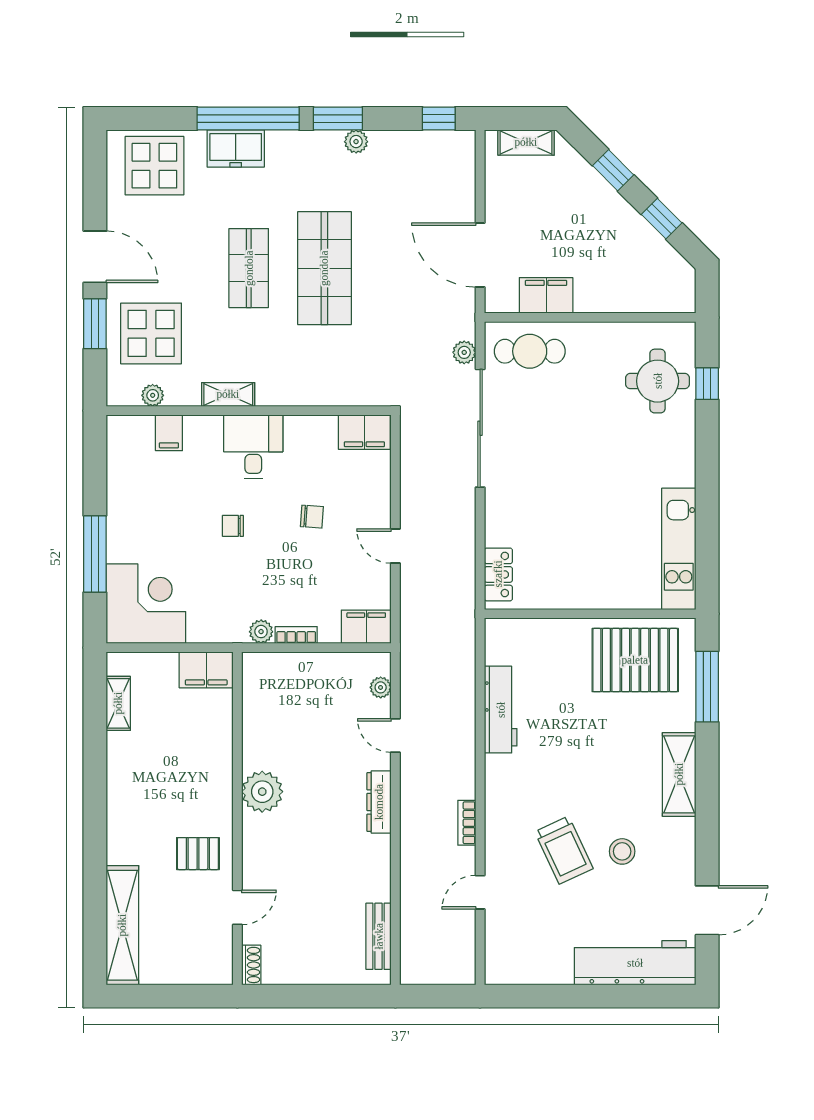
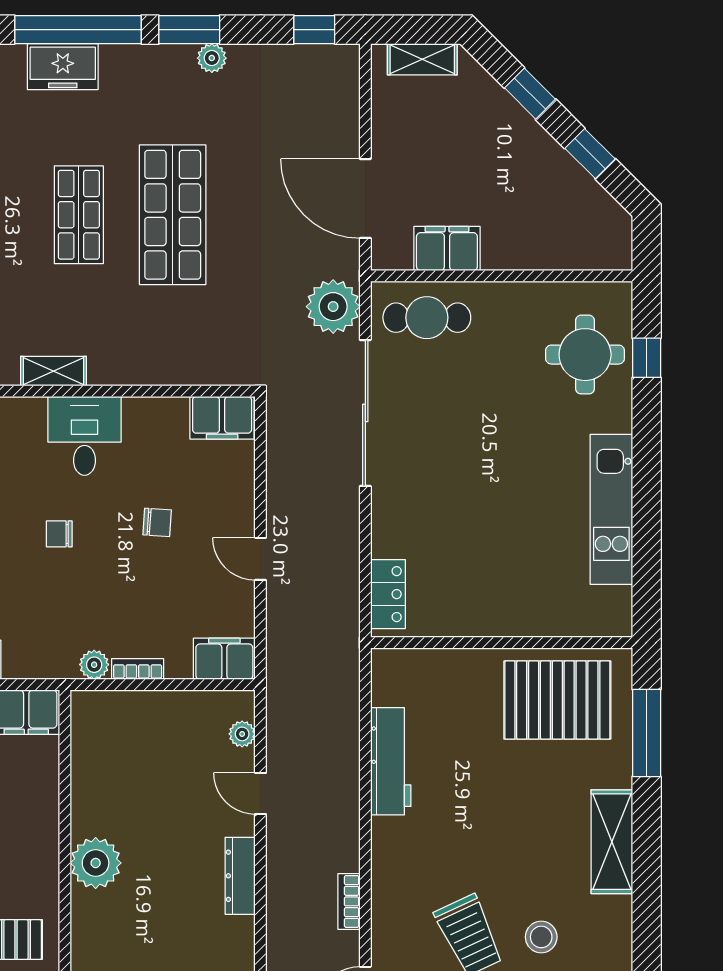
plant: (464, 352) -> (333, 307), width x1.87, depth x1.87
kitchen unit: (679, 549) -> (611, 509), moved

